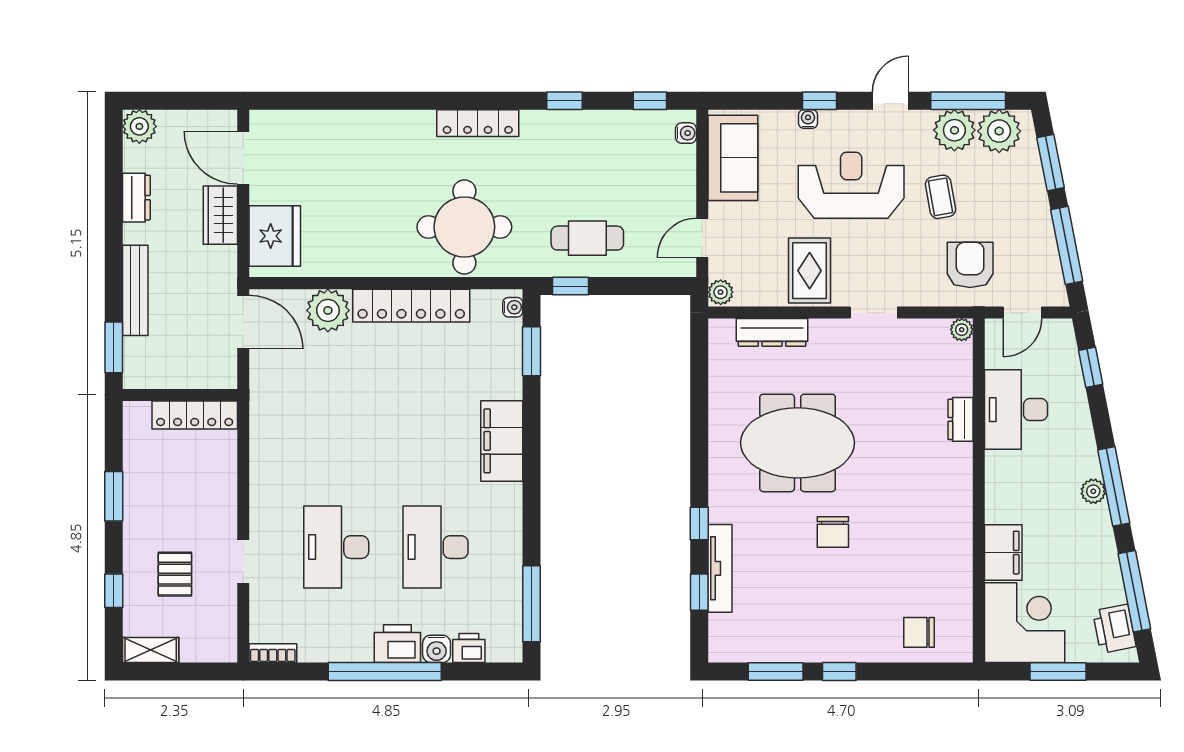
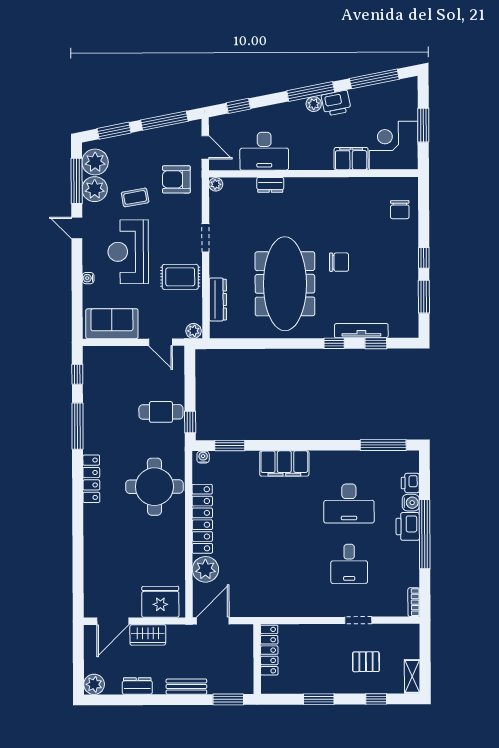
window: (564, 101) -> (78, 426), width x2.17
window: (820, 101) -> (77, 271), removed
water cooler: (686, 133) -> (97, 352), removed
cafe table: (587, 238) -> (161, 412), turned 90
bench: (135, 290) -> (186, 687), width x0.73
meeting table: (798, 443) -> (285, 284), width x1.36
desk: (336, 547) -> (349, 564), width x0.73
printer: (1114, 629) -> (336, 103), moved

